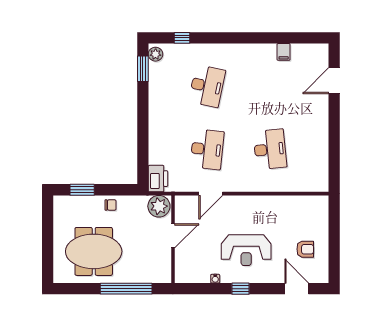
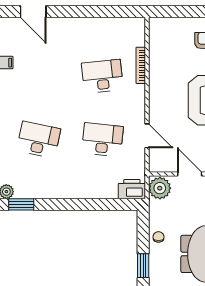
bookcase: (281, 187) -> (141, 65), added

